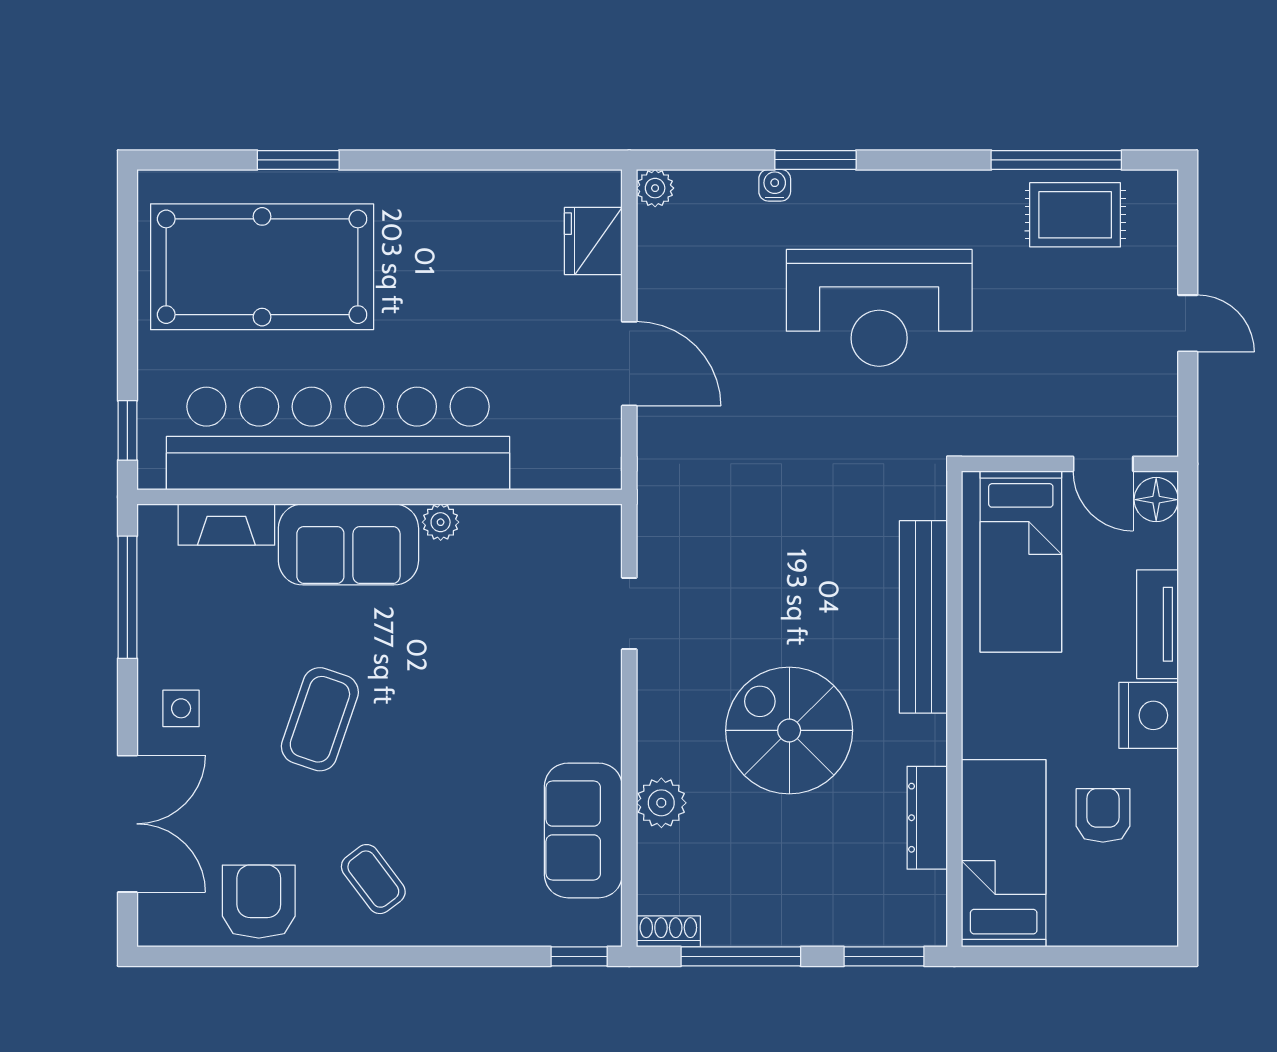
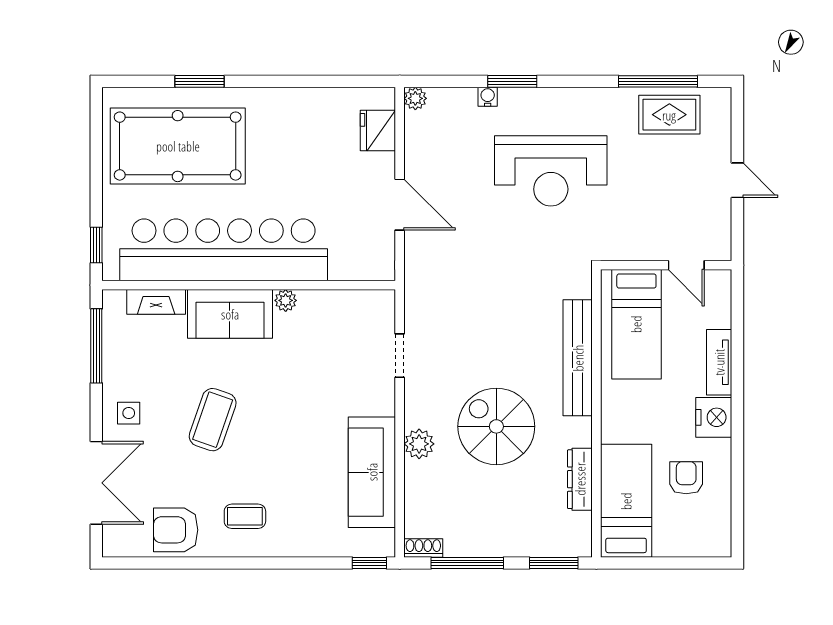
floor lamp: (1156, 500) -> (718, 287), removed
plant: (661, 803) -> (419, 444), moved
sofa: (583, 830) -> (372, 472), width x1.36
coffee table: (373, 879) -> (245, 516), turned -53
armchair: (259, 902) -> (176, 530), turned -90

